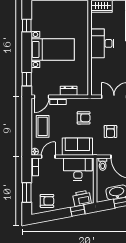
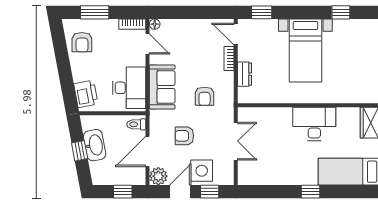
coffee table: (43, 126) -> (192, 36), removed
window: (78, 211) -> (68, 88), removed

